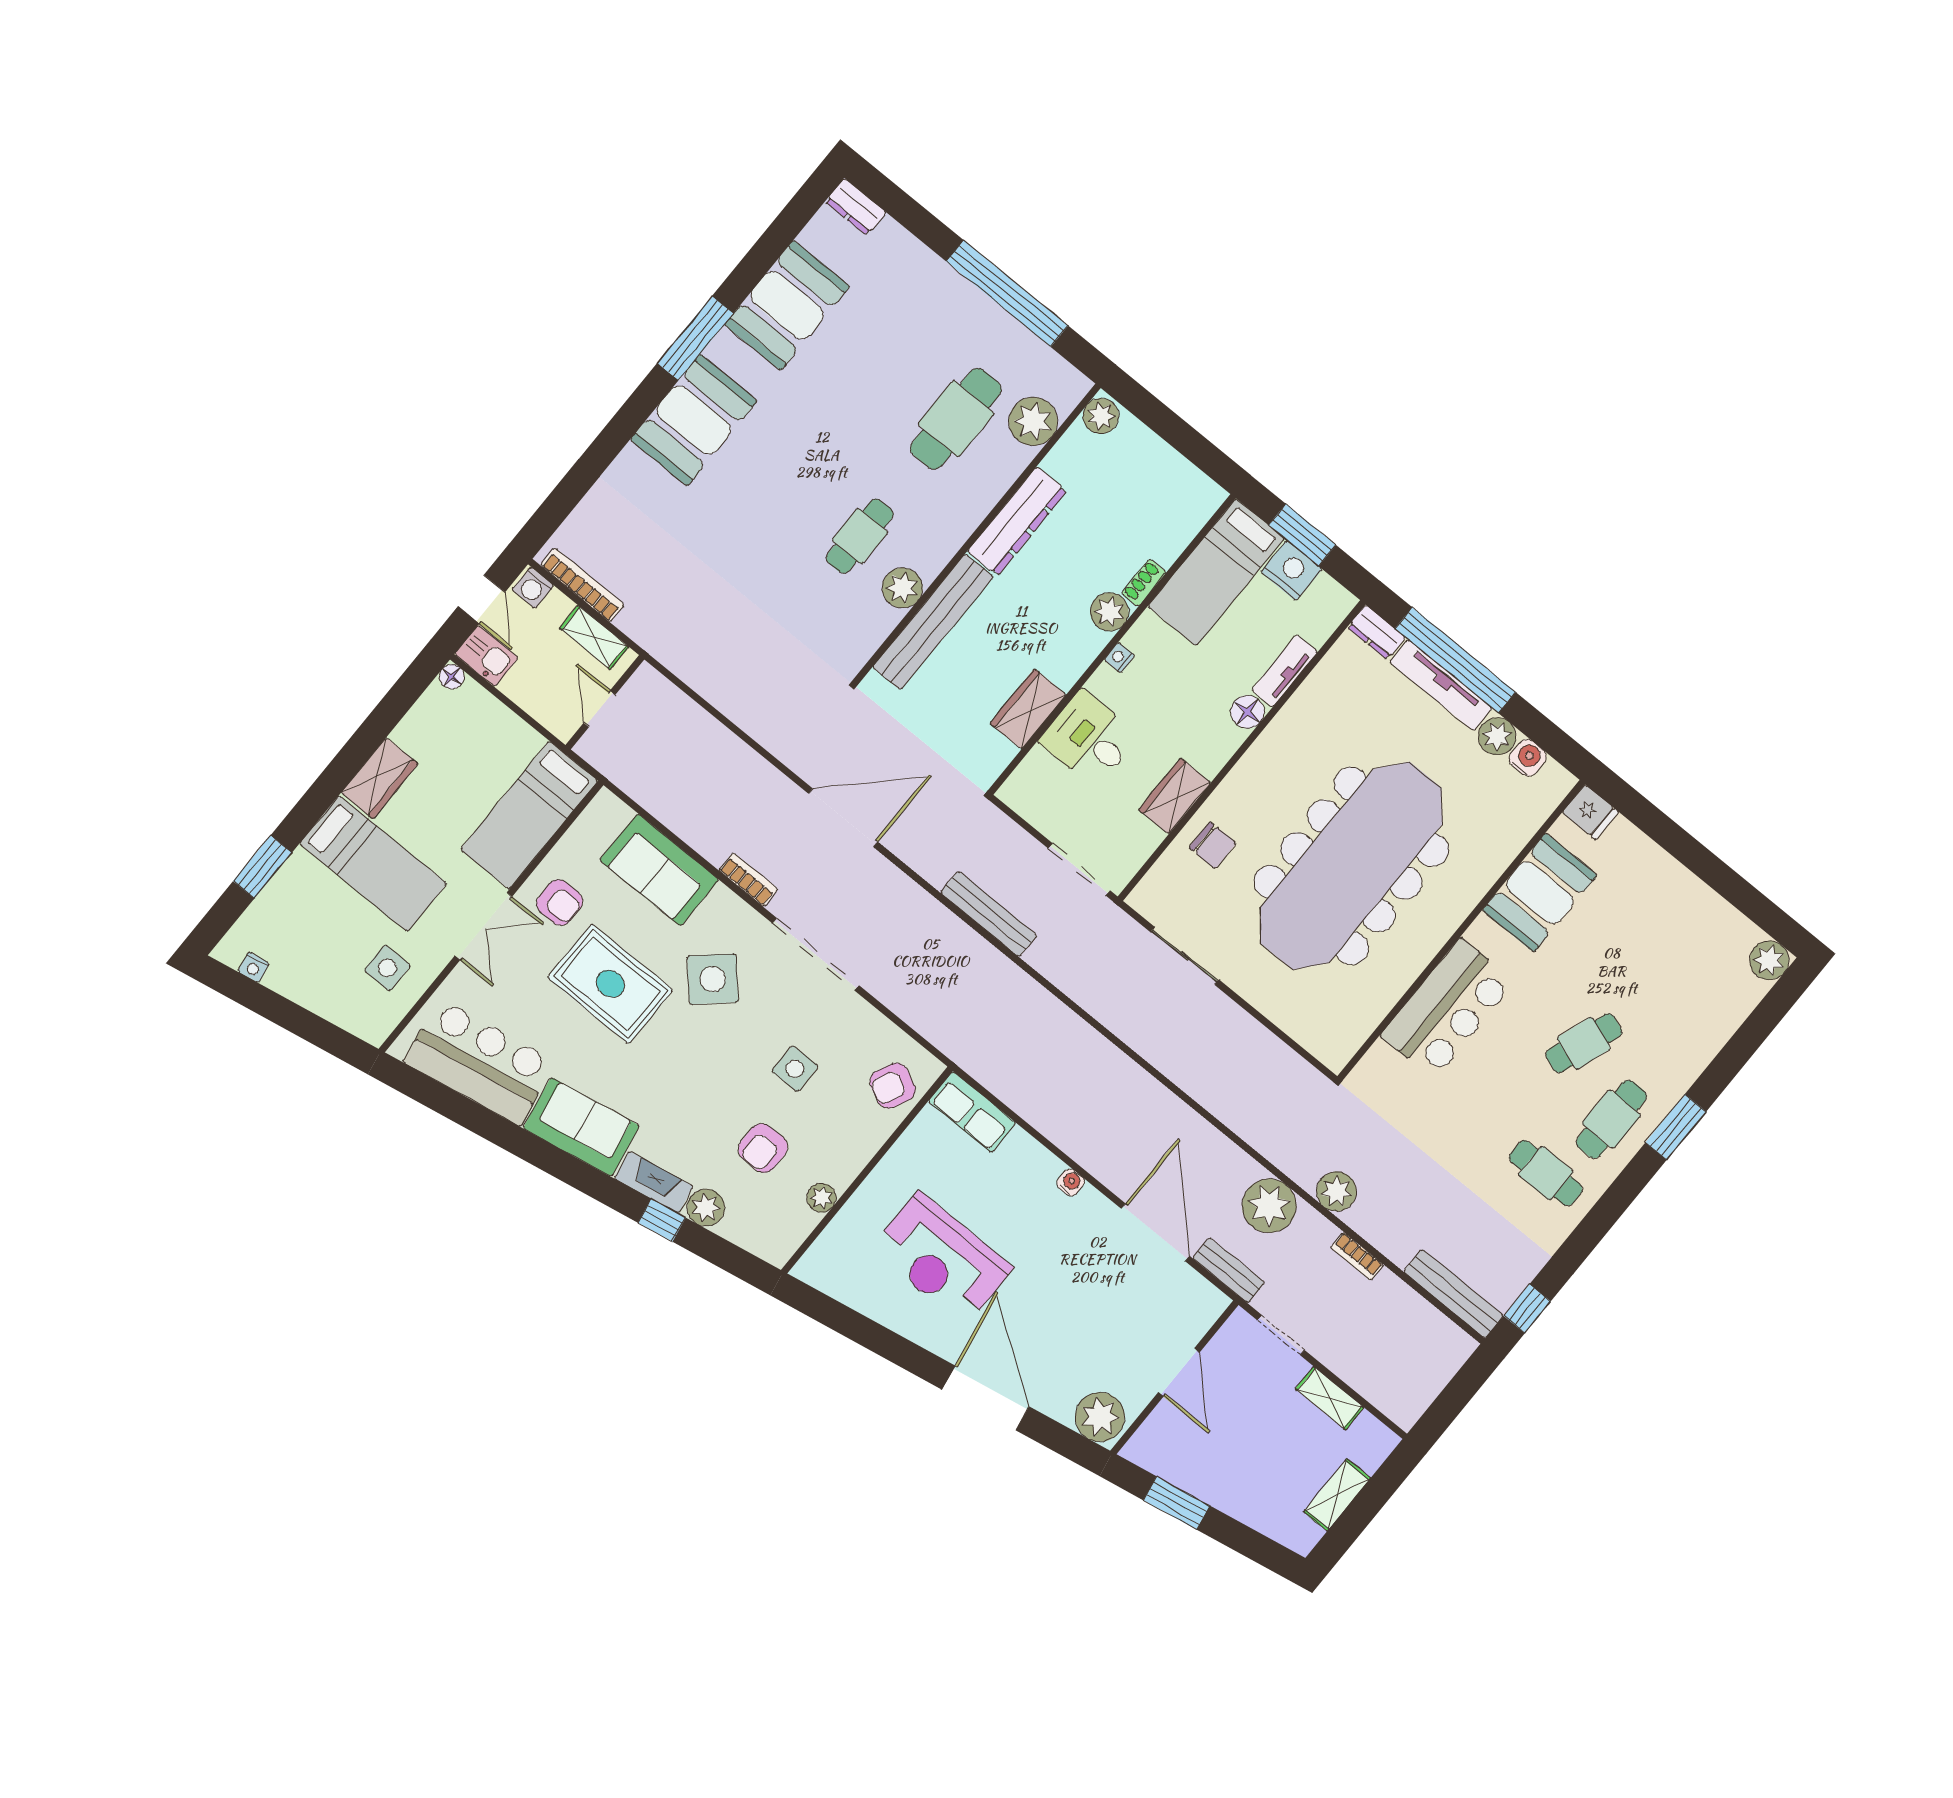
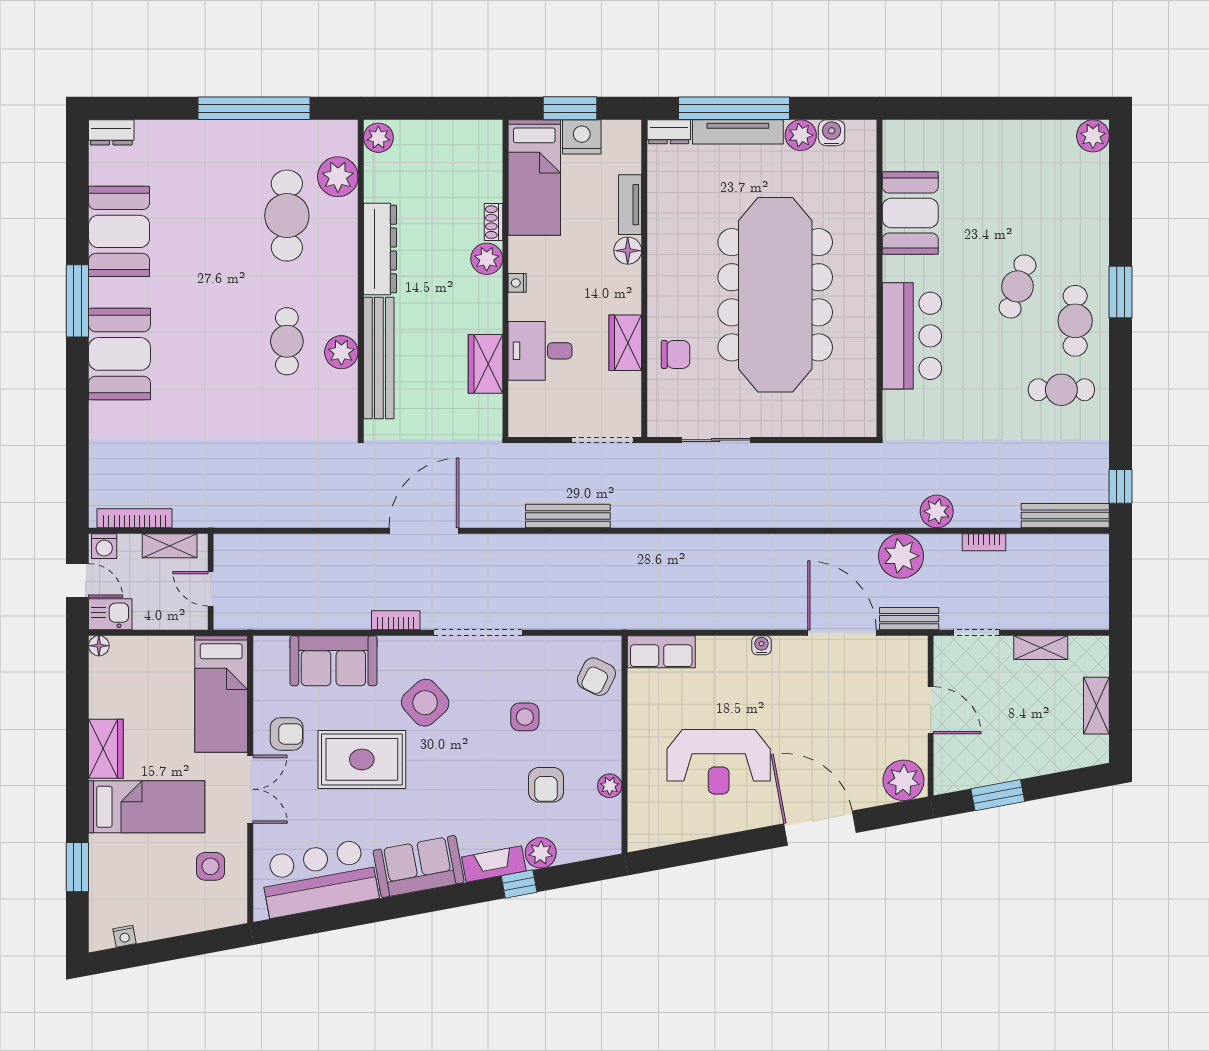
fridge: (1590, 812) -> (900, 135), removed

